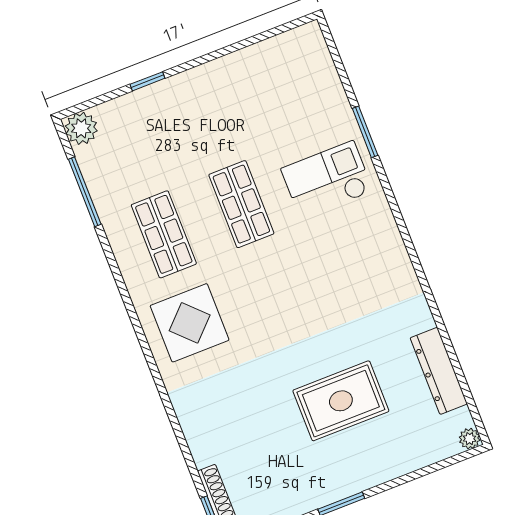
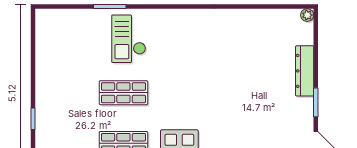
dresser: (439, 371) -> (305, 71), moved, turned 90
rug: (341, 401) -> (257, 80), removed

